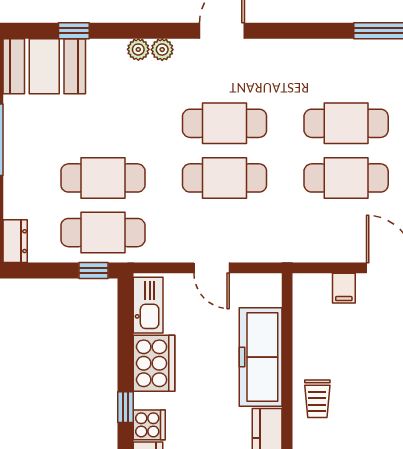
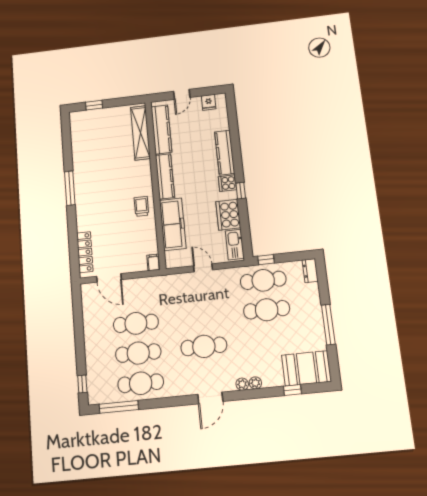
cafe table: (225, 178) -> (141, 383), moved
filing cabinet: (344, 288) -> (153, 262), moved

